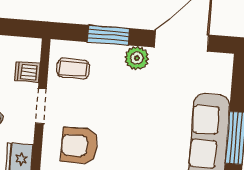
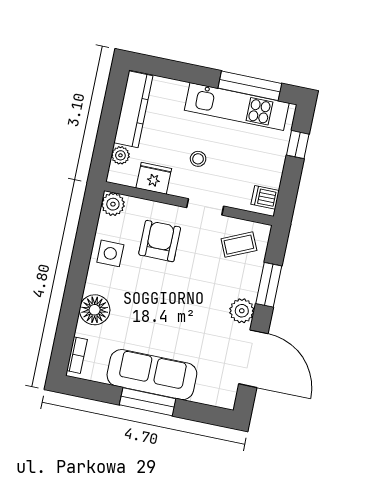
coffee table: (73, 69) -> (239, 245), turned 65
dishwasher: (27, 72) -> (265, 197), moved, turned -90

